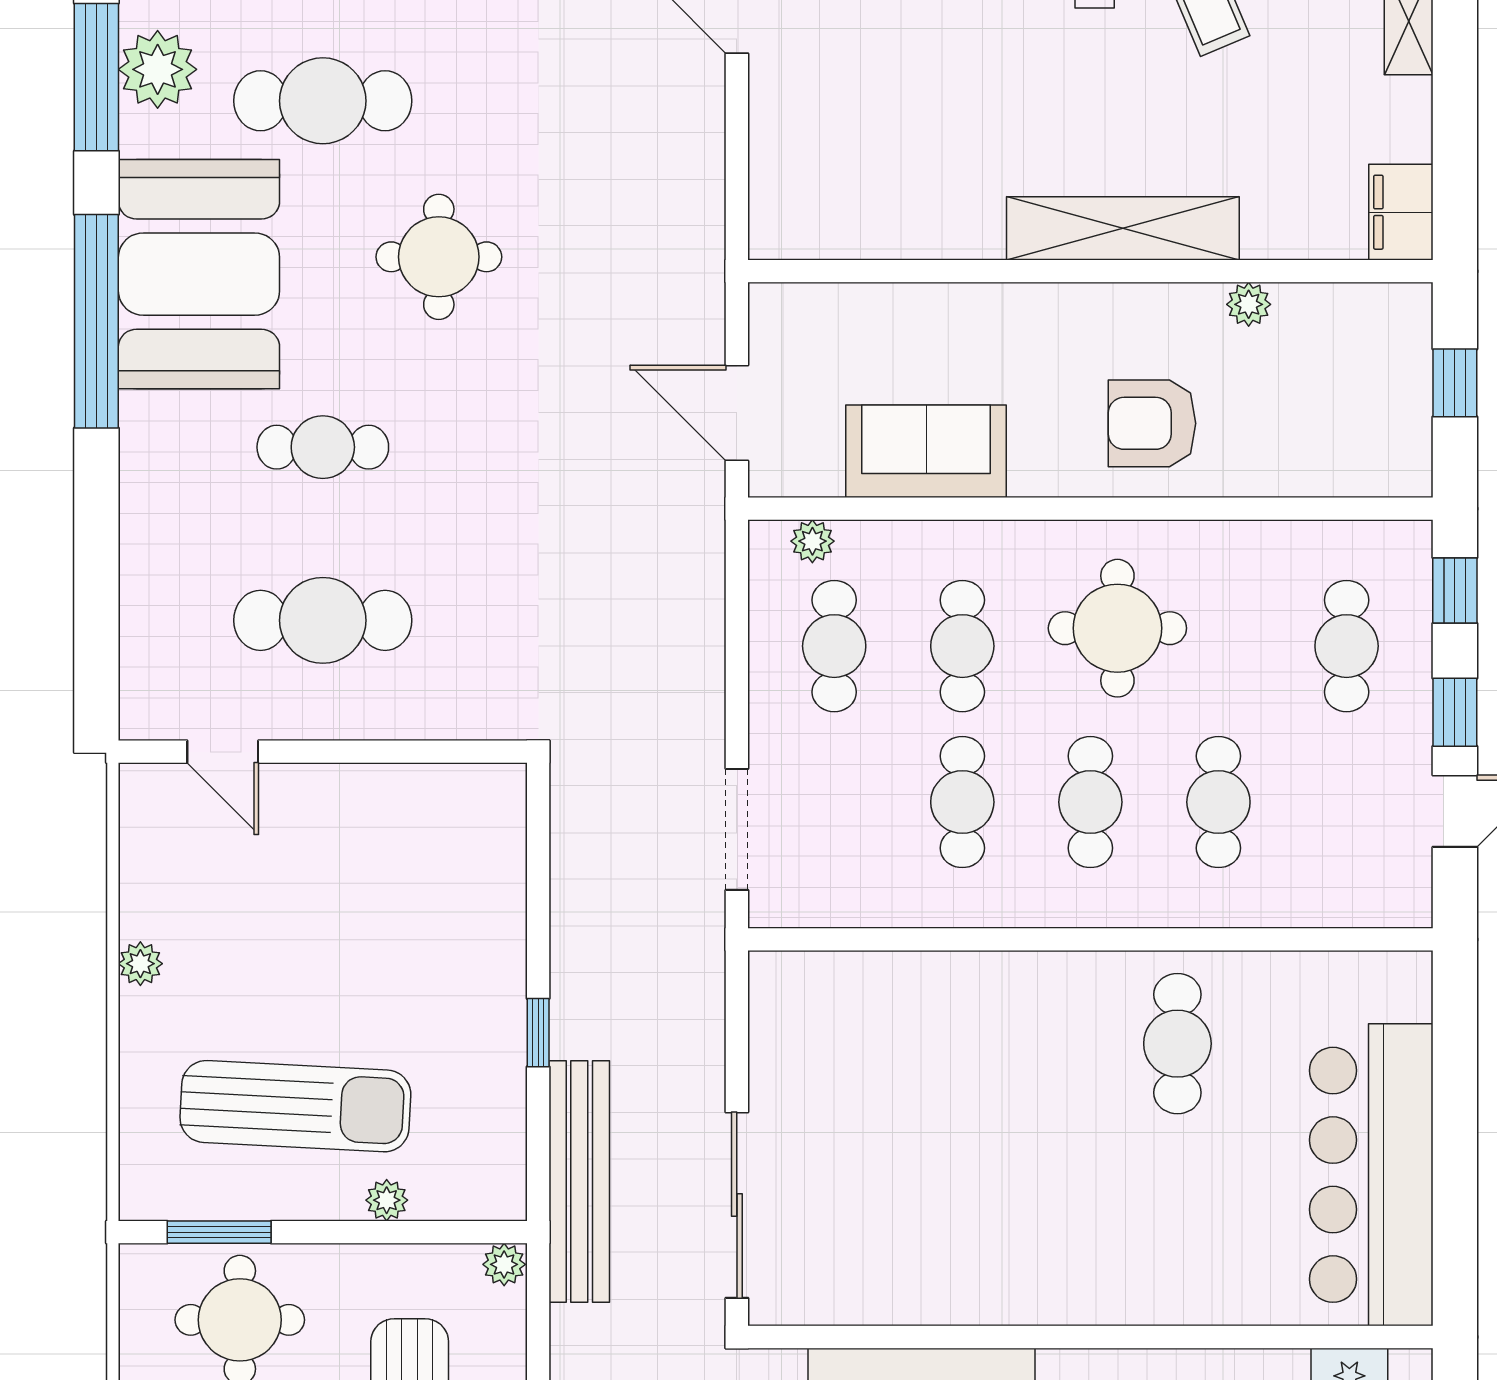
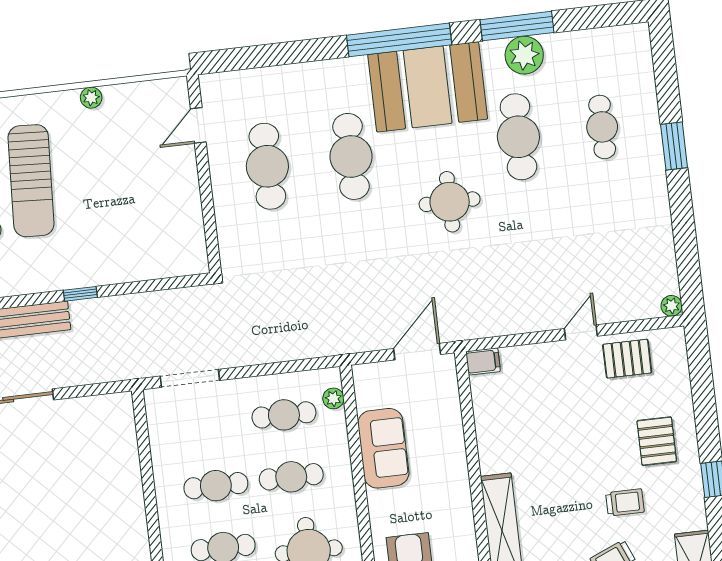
filing cabinet: (773, 227) -> (483, 361), added
door: (737, 413) -> (417, 352), moved
cafe table: (323, 447) -> (351, 156), width x1.37, depth x1.35

